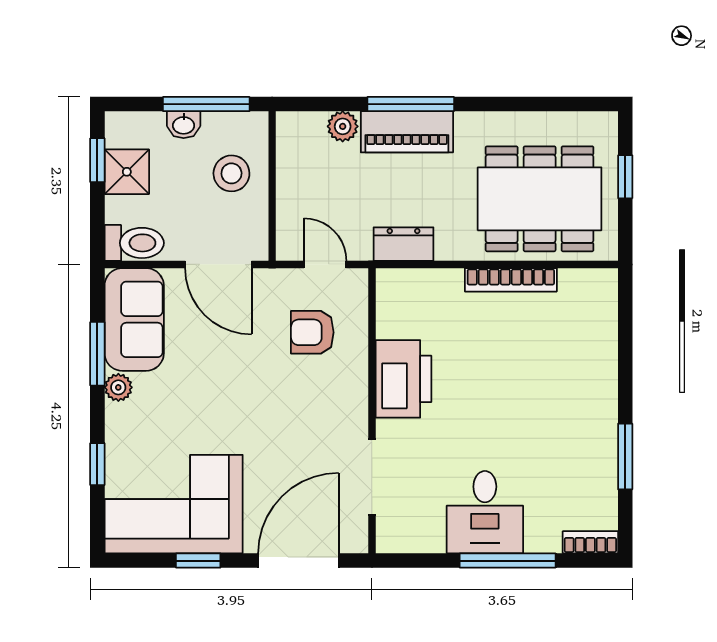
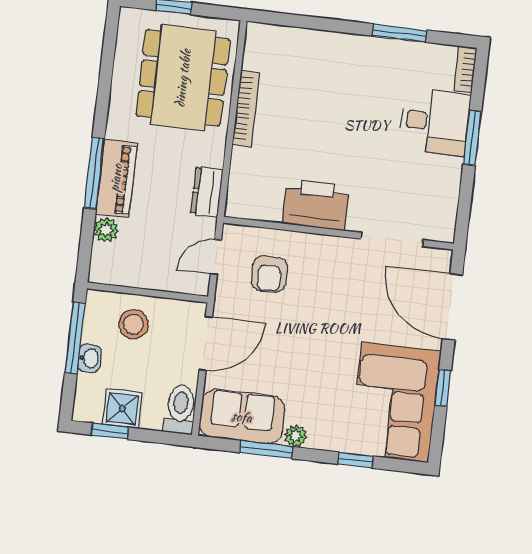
desk: (485, 512) -> (435, 122), moved
window: (508, 561) -> (472, 138), width x0.69

